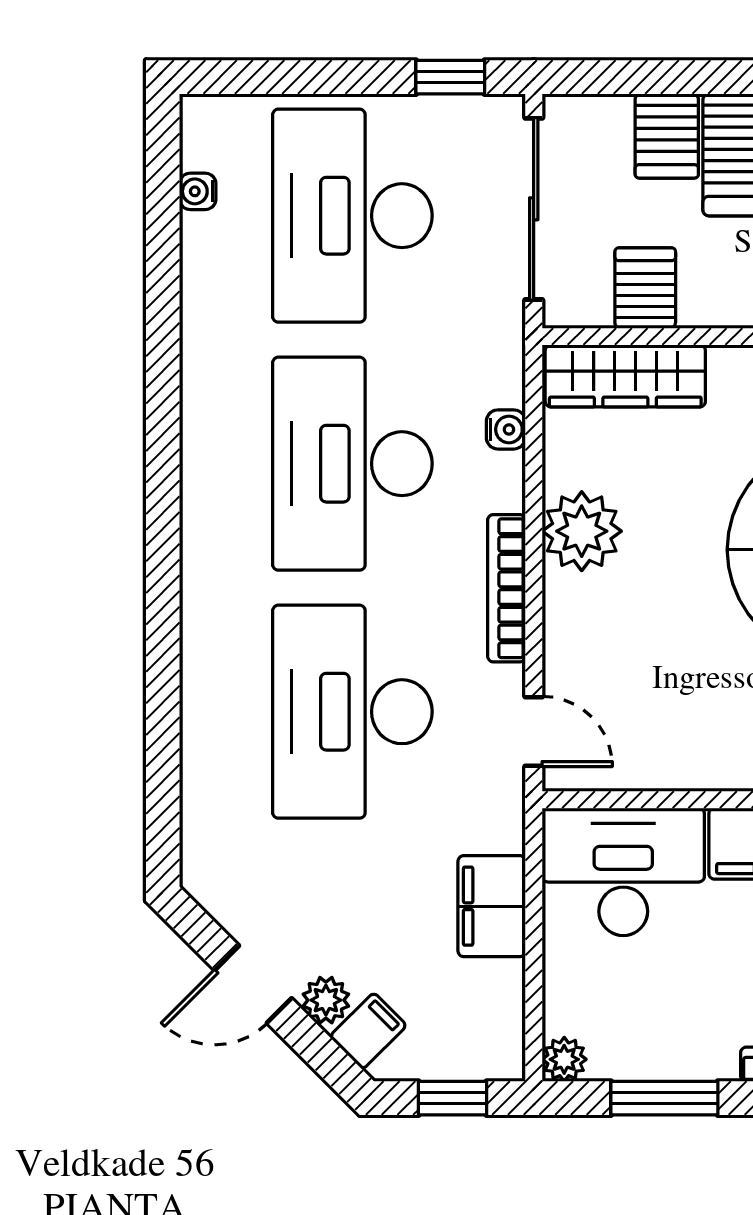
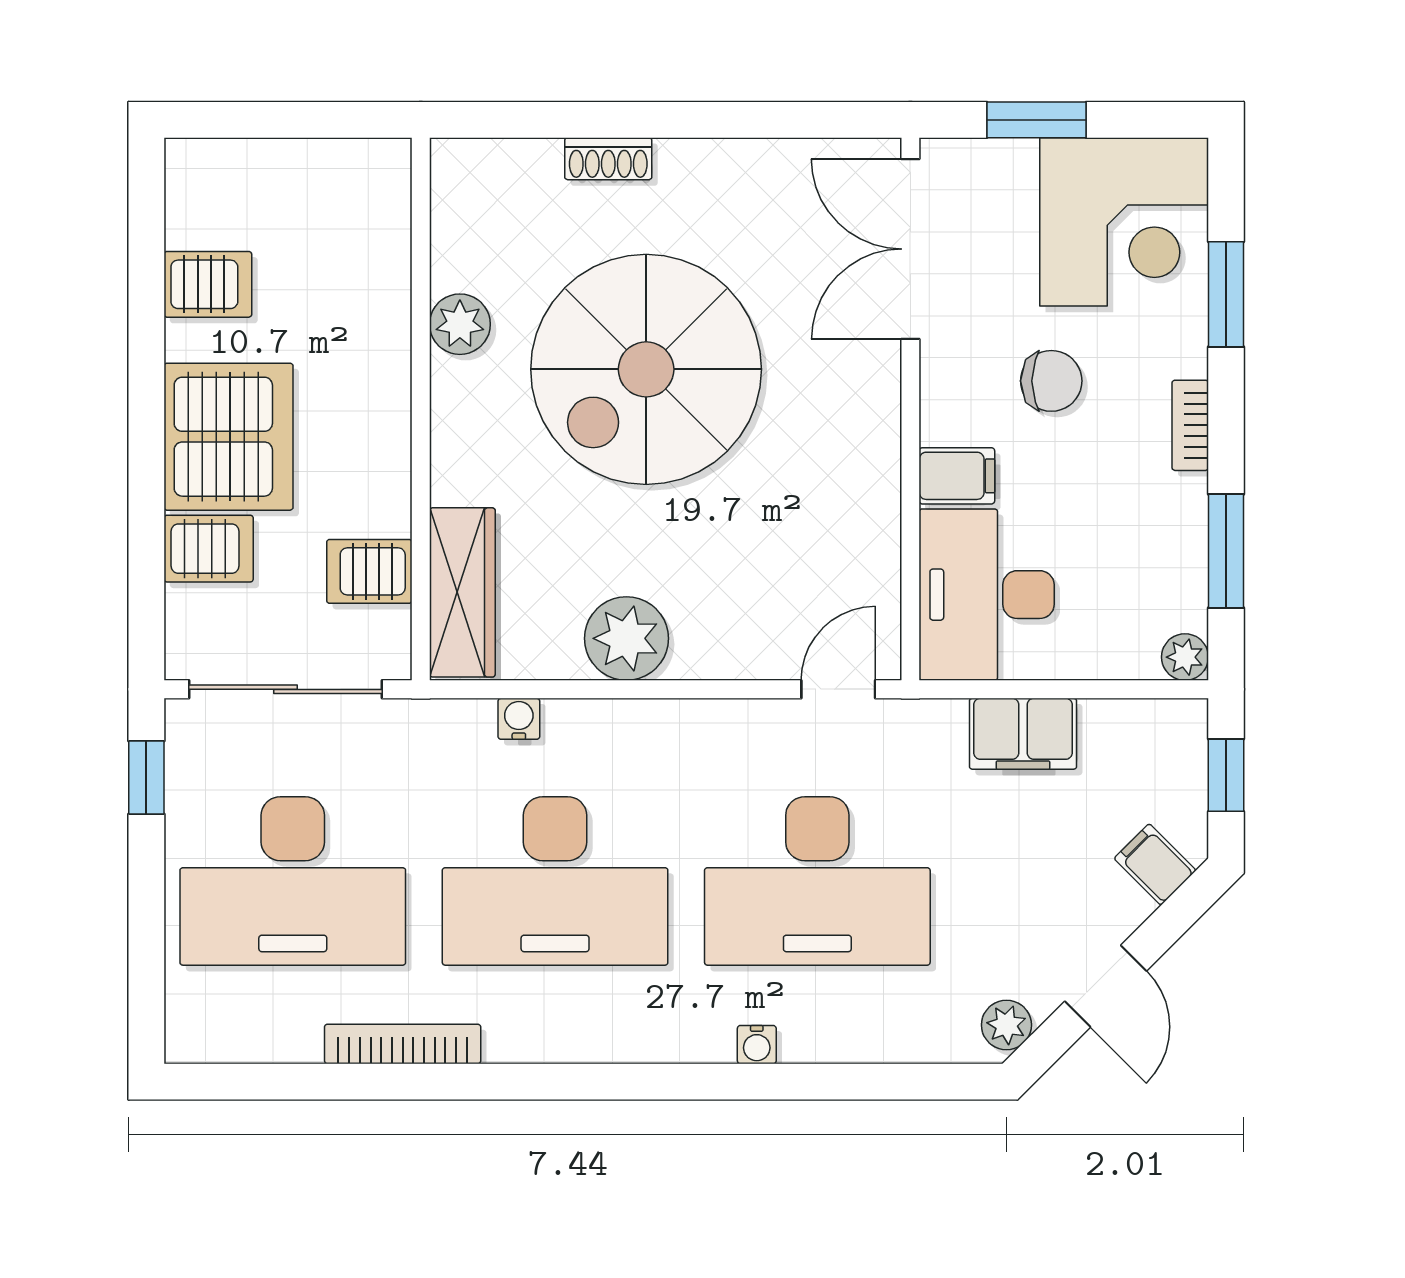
water cooler: (198, 191) -> (757, 1045), moved
bookcase: (507, 588) -> (403, 1044), moved, turned 180
plant: (326, 1000) -> (1006, 1025), moved

